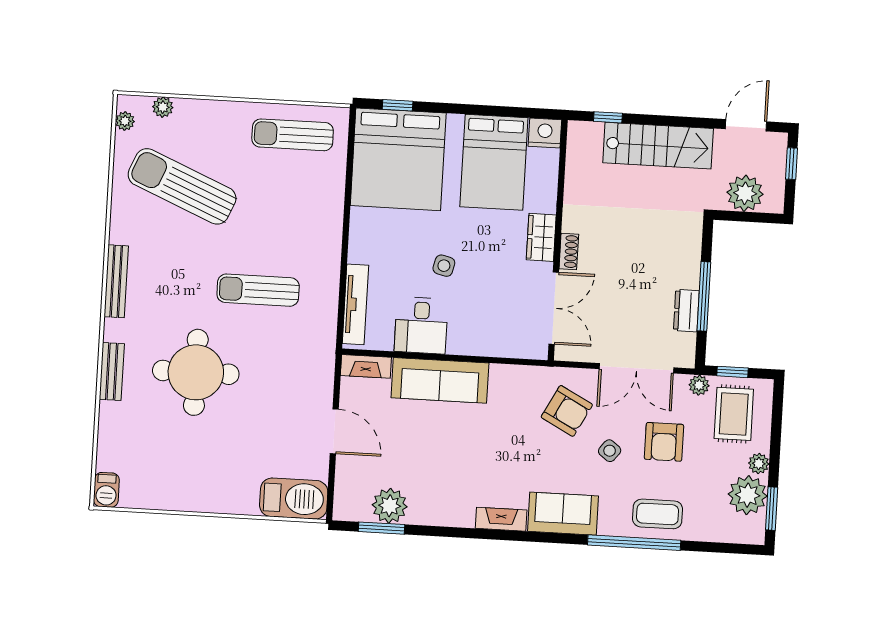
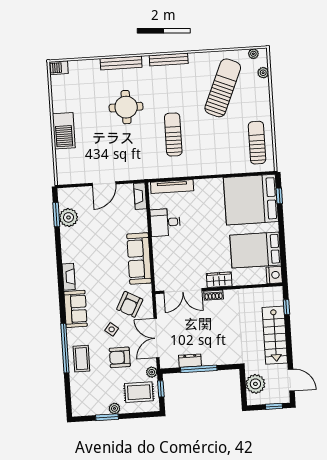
side table: (444, 266) -> (198, 230), removed
bench: (112, 372) -> (121, 63), width x1.36
round table: (196, 372) -> (126, 107), width x0.73, depth x0.73
sofa: (440, 380) -> (139, 258), moved
plant: (748, 495) -> (97, 405), removed
barbecue: (294, 499) -> (64, 131), moved
window: (772, 509) -> (107, 417), moved

